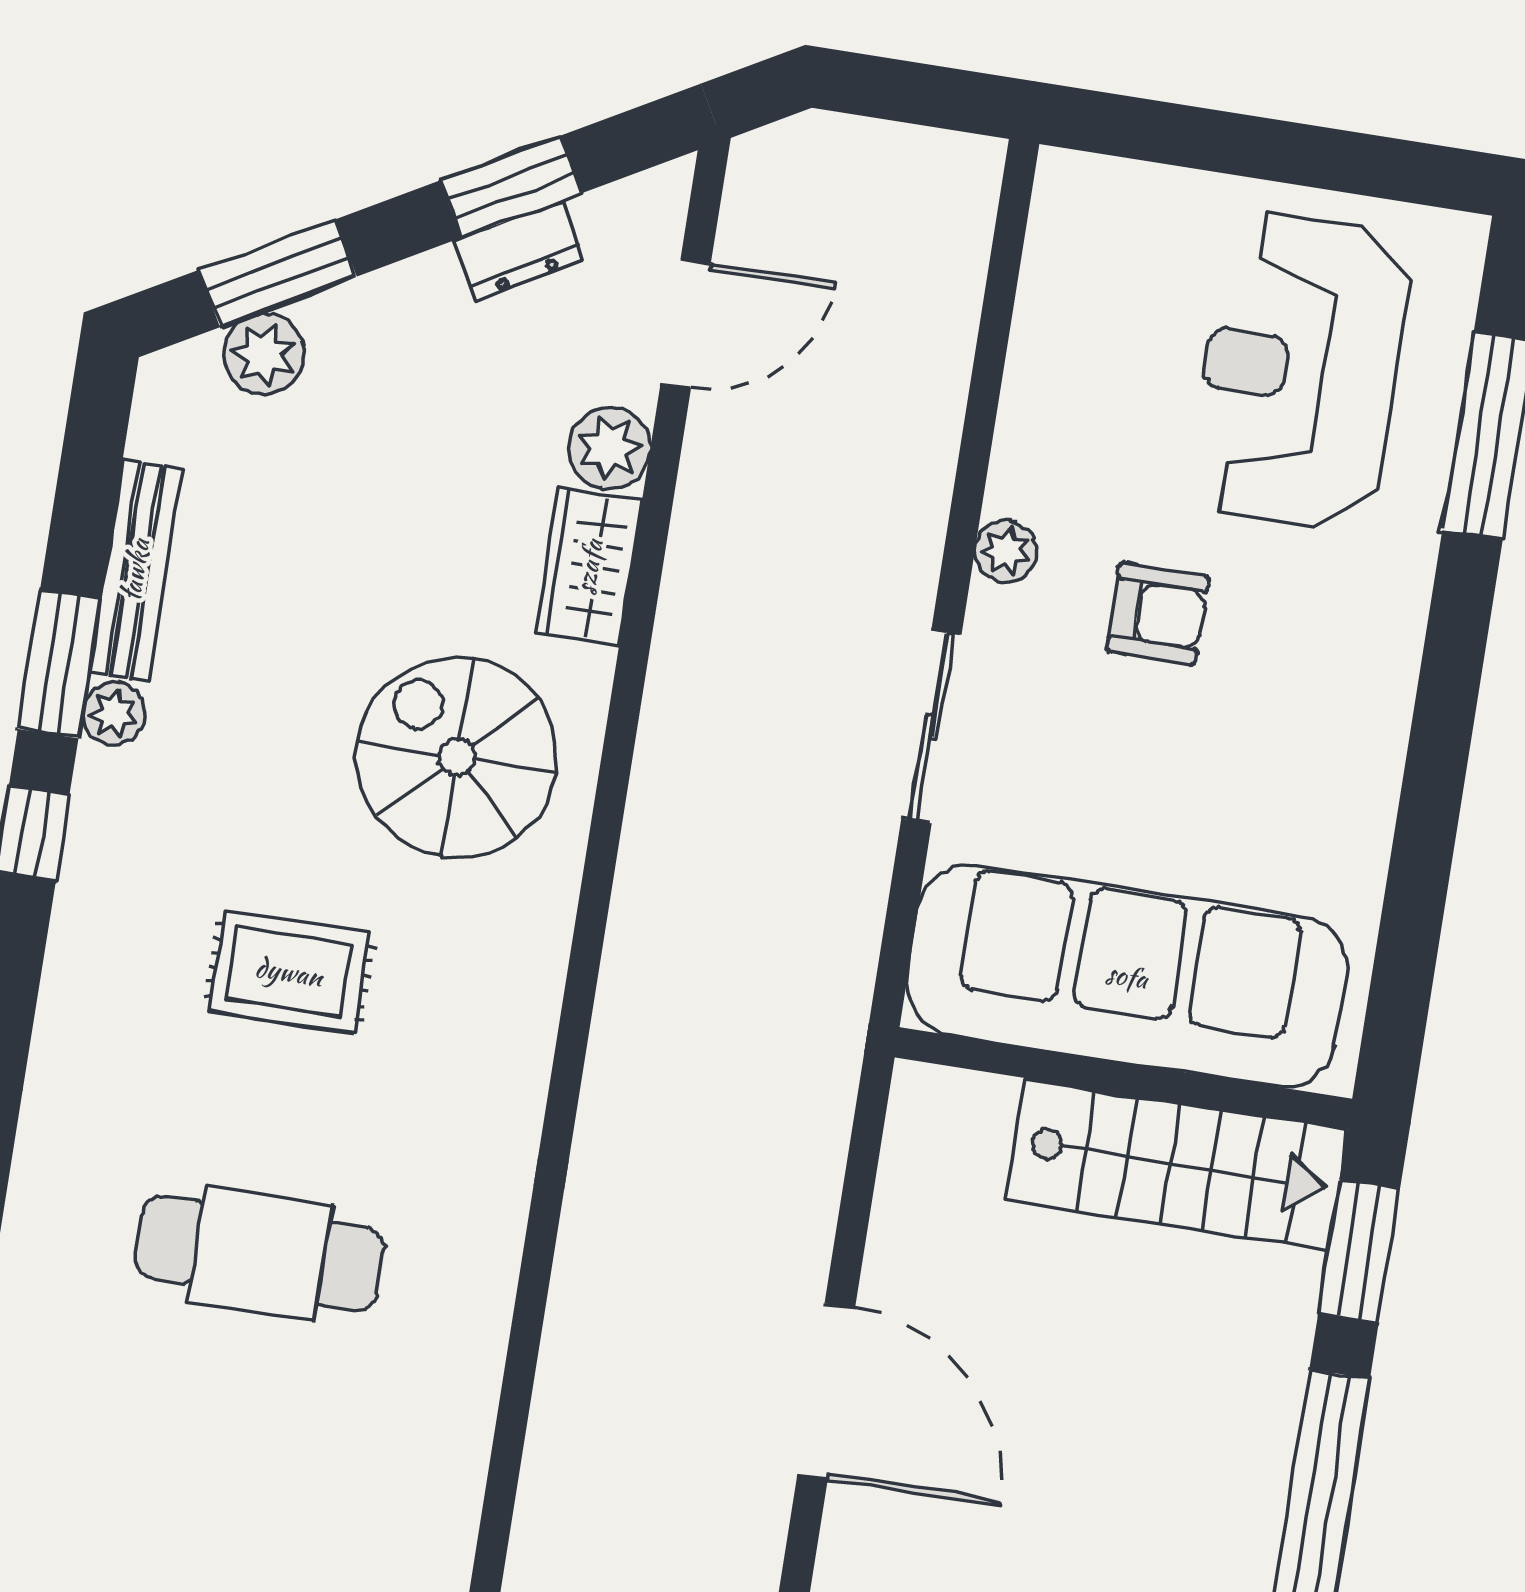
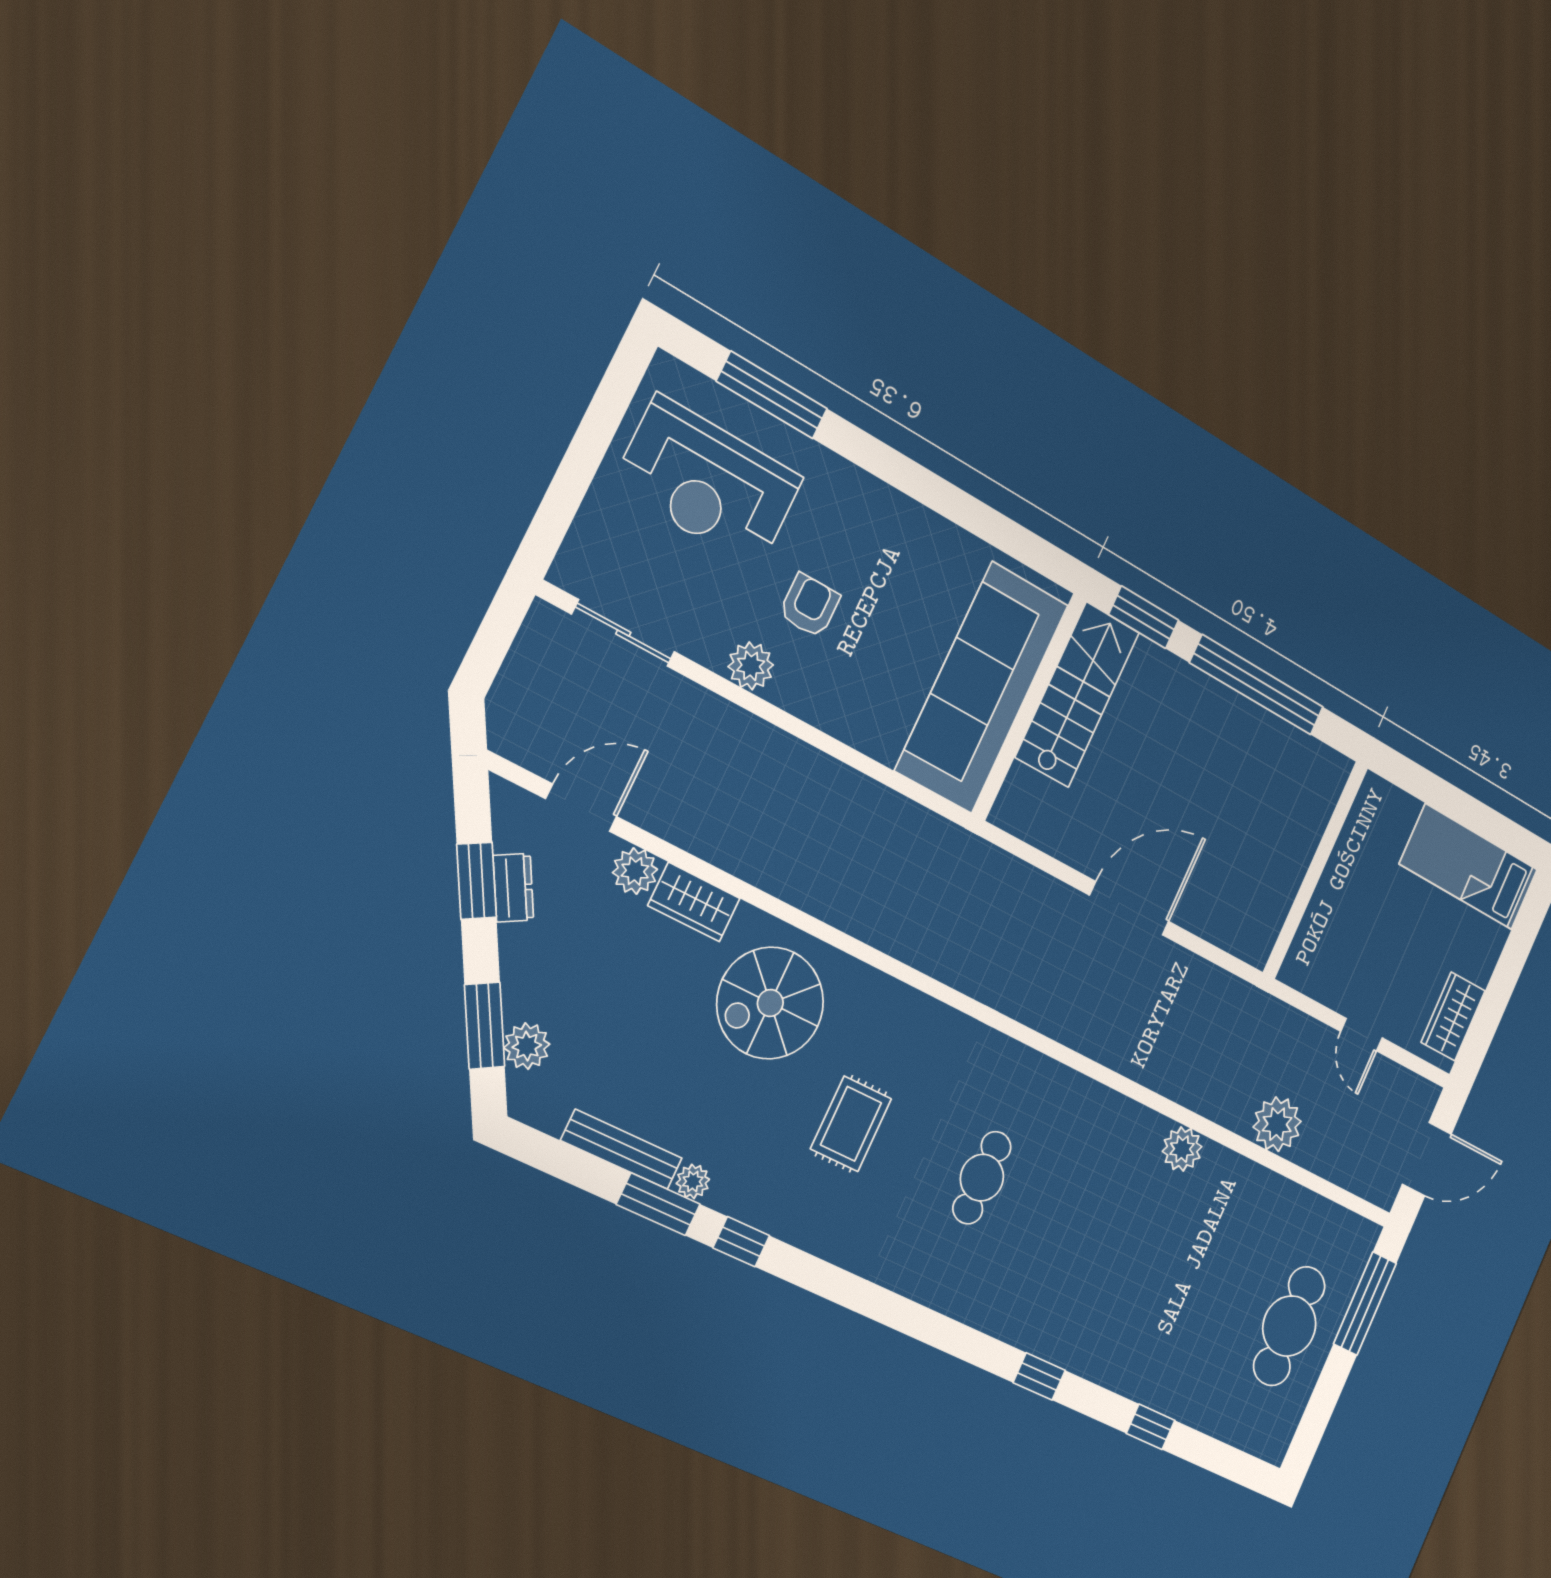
door: (686, 324) -> (581, 808), hinge flipped
plant: (1006, 551) -> (751, 666), width x1.38, depth x1.38
sliding door: (931, 727) -> (623, 633), moved
cafe table: (260, 1253) -> (982, 1178), width x0.73, depth x0.74

